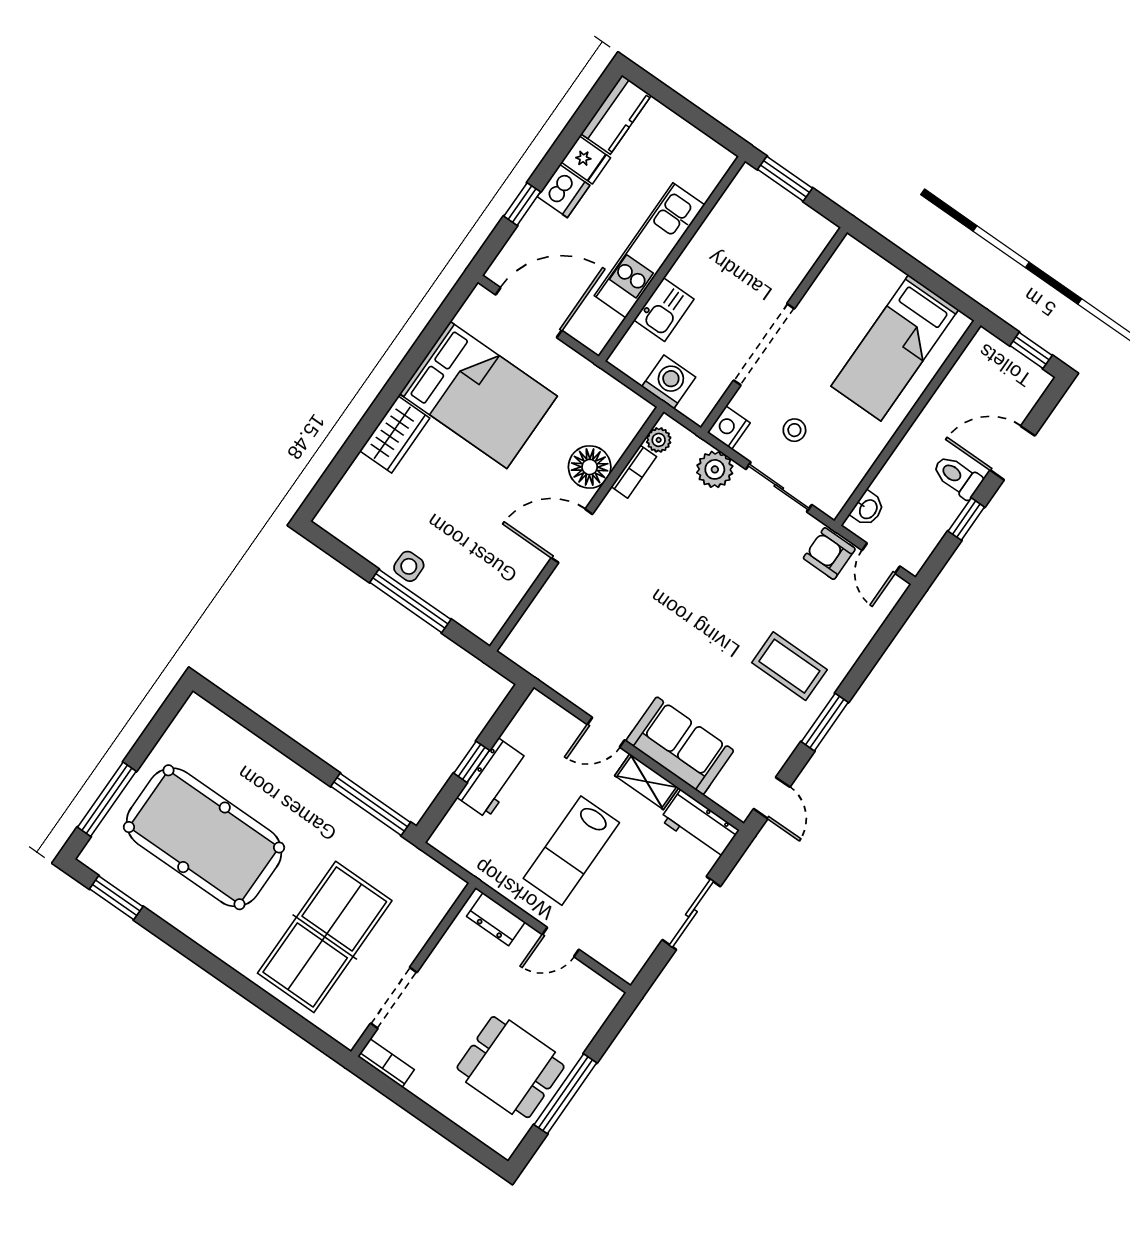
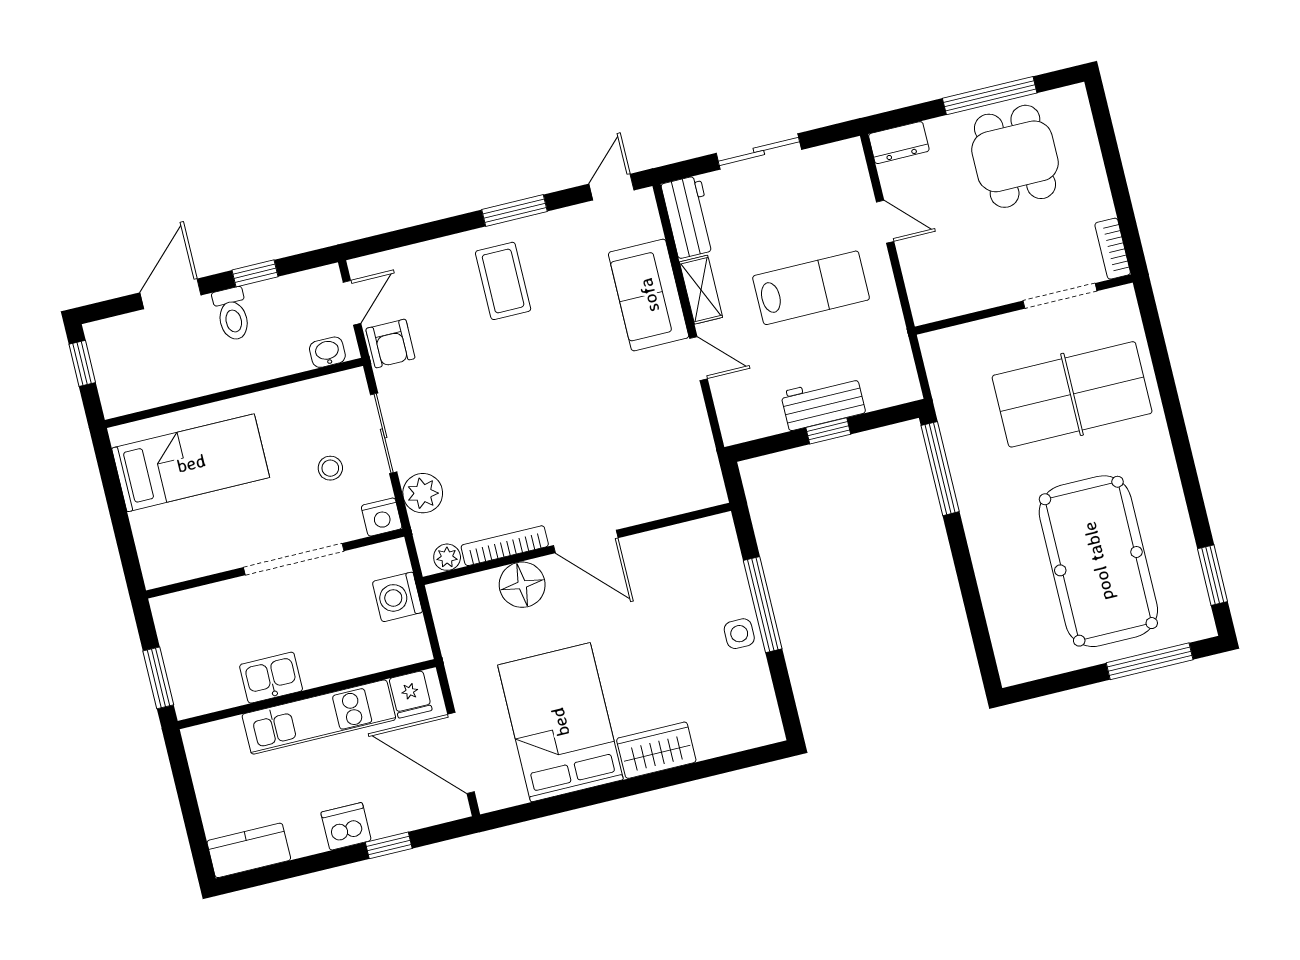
fridge: (586, 160) -> (411, 694), moved, turned 180
kitchen sink: (664, 310) -> (271, 678), moved
door: (1012, 453) -> (171, 294), swing flipped
bookcase: (634, 472) -> (505, 546), width x1.56
dresser: (496, 919) -> (899, 143), moved, turned 90

